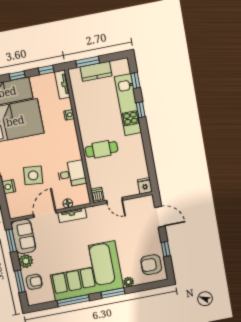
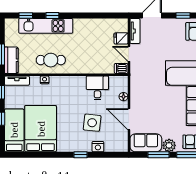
kitchen counter: (96, 71) -> (11, 60), moved
cafe table: (102, 149) -> (51, 60), moved, turned 90
fridge: (145, 186) -> (121, 38), moved
door: (115, 200) -> (129, 54), swing flipped
tv unit: (72, 215) -> (135, 31), moved
window: (11, 241) -> (158, 155), moved

